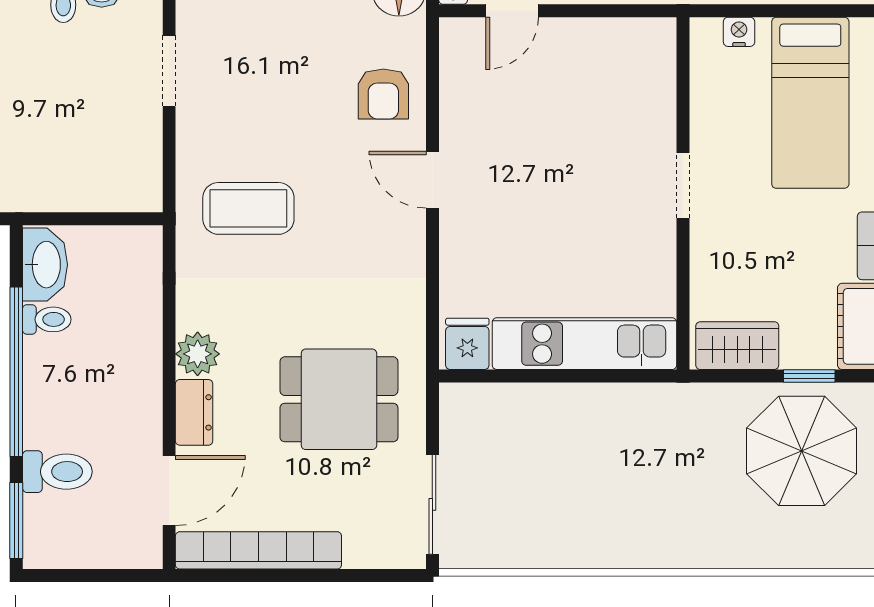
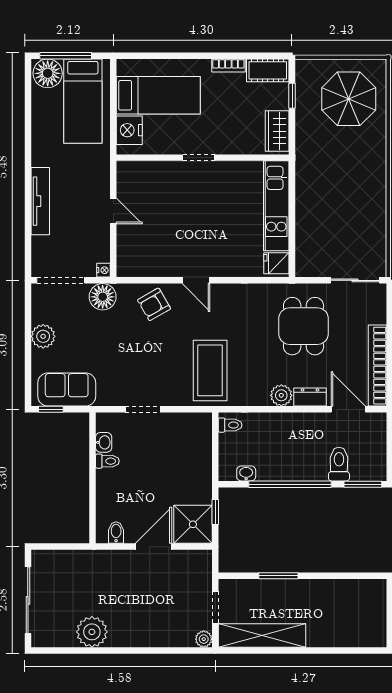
door: (512, 11) -> (113, 211), moved
nightstand: (739, 32) -> (129, 130), width x1.89, depth x1.79
armchair: (383, 94) -> (154, 304), turned 150
door: (432, 180) -> (196, 280), hinge flipped
coffee table: (248, 208) -> (210, 370), width x1.36, depth x1.32
washbasin: (45, 265) -> (246, 473), width x0.52, depth x0.69
toilet: (47, 319) -> (230, 425), moved, turned 90
parasol: (802, 451) -> (349, 99), moved

